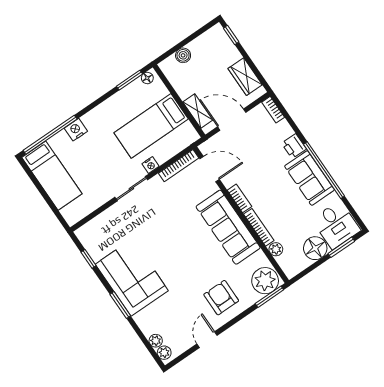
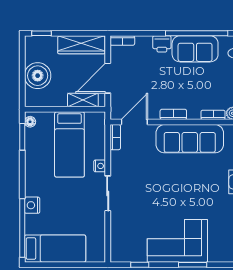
boiler: (183, 55) -> (38, 76), width x1.86, depth x1.86
wardrobe: (245, 77) -> (81, 45), width x1.50
bookcase: (179, 166) -> (115, 137), width x0.64
bookcase: (259, 227) -> (213, 115), width x0.64

